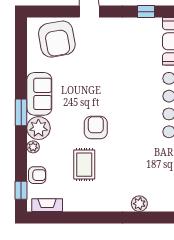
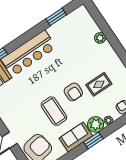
coffee table: (88, 89) -> (54, 111), added
armchair: (96, 128) -> (73, 92), turned -90

